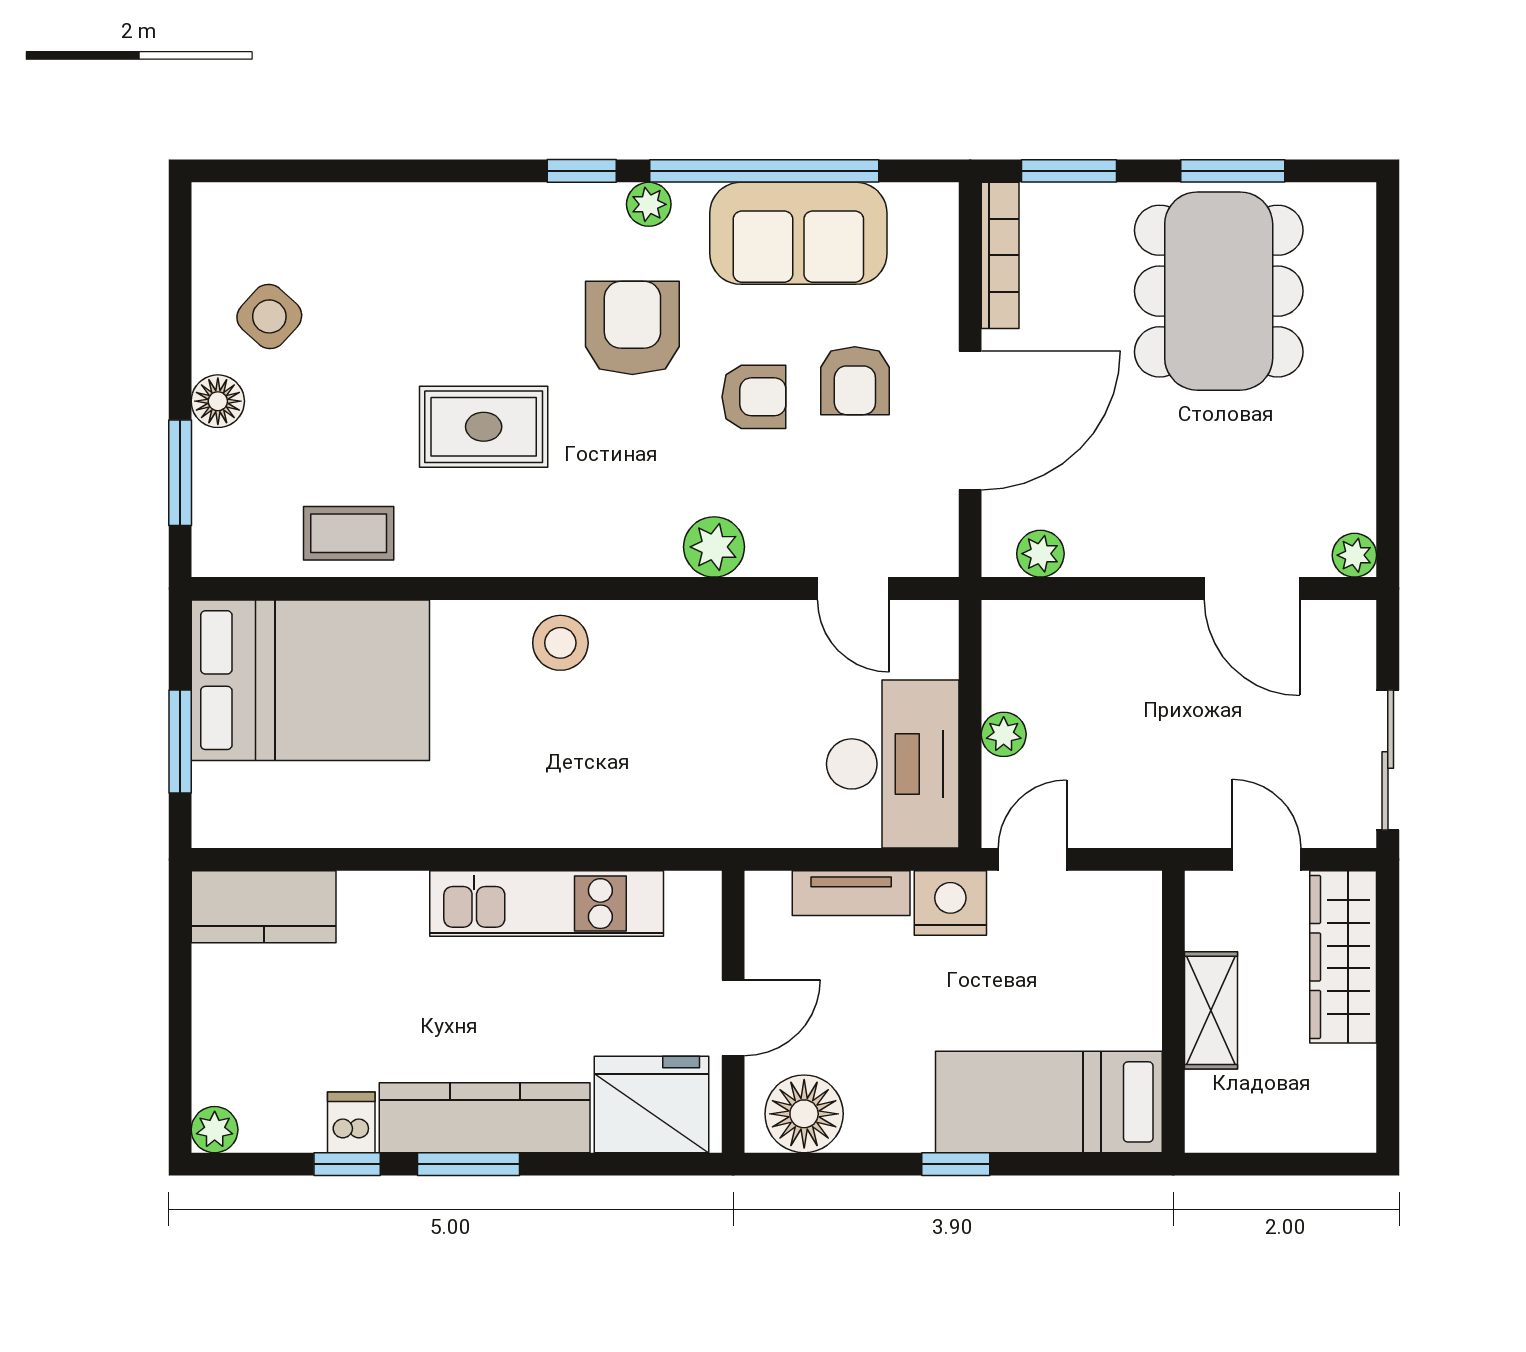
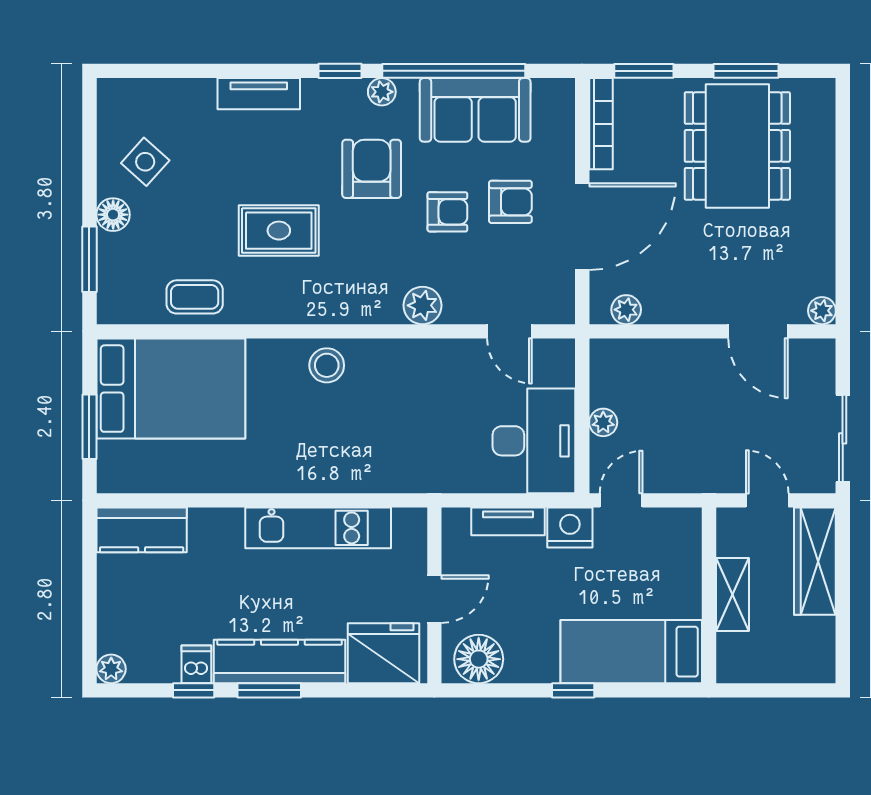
tv unit: (451, 207) -> (259, 94), added
armchair: (855, 381) -> (510, 202), turned -90

